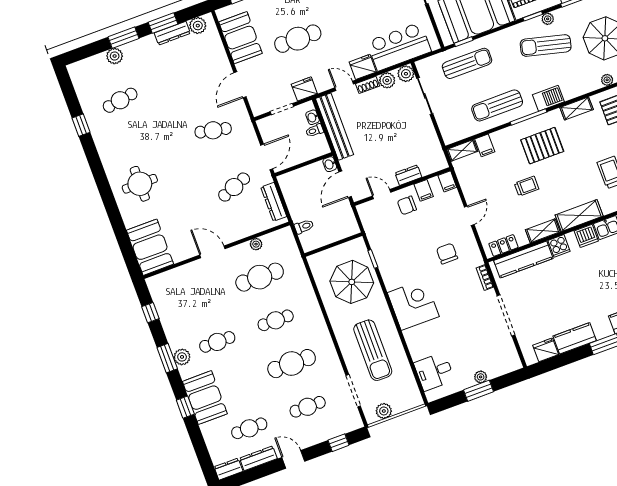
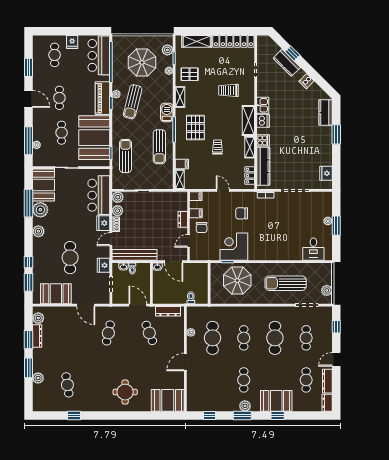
corner desk: (413, 305) -> (234, 247), moved
kitchen counter: (575, 338) -> (325, 152), removed
sun lounger: (373, 350) -> (286, 283), turned 180

